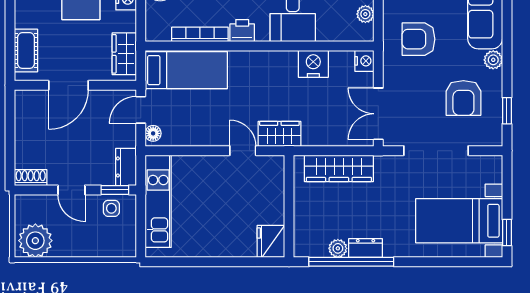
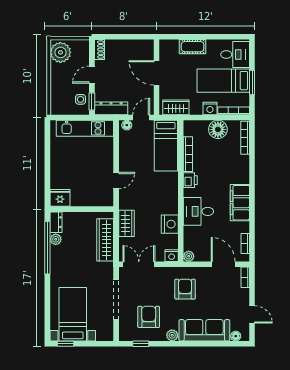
plant: (365, 14) -> (189, 256), moved
cot: (26, 51) -> (193, 47), moved
armchair: (463, 98) -> (149, 317), turned 90
door: (141, 110) -> (141, 118), hinge flipped
wardrobe: (279, 134) -> (126, 223), moved
dresser: (126, 167) -> (111, 108), width x1.44
dresser: (366, 248) -> (56, 222), moved

